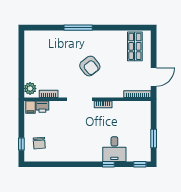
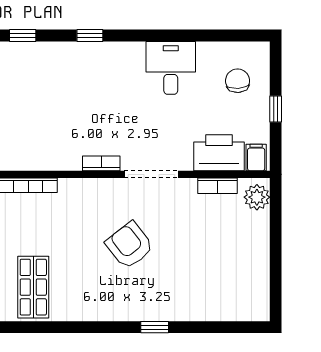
window: (78, 28) -> (155, 327), width x0.46
printer: (42, 107) -> (219, 153), width x1.87, depth x1.48
window: (21, 144) -> (276, 109), moved
desk: (114, 149) -> (171, 68), moved

